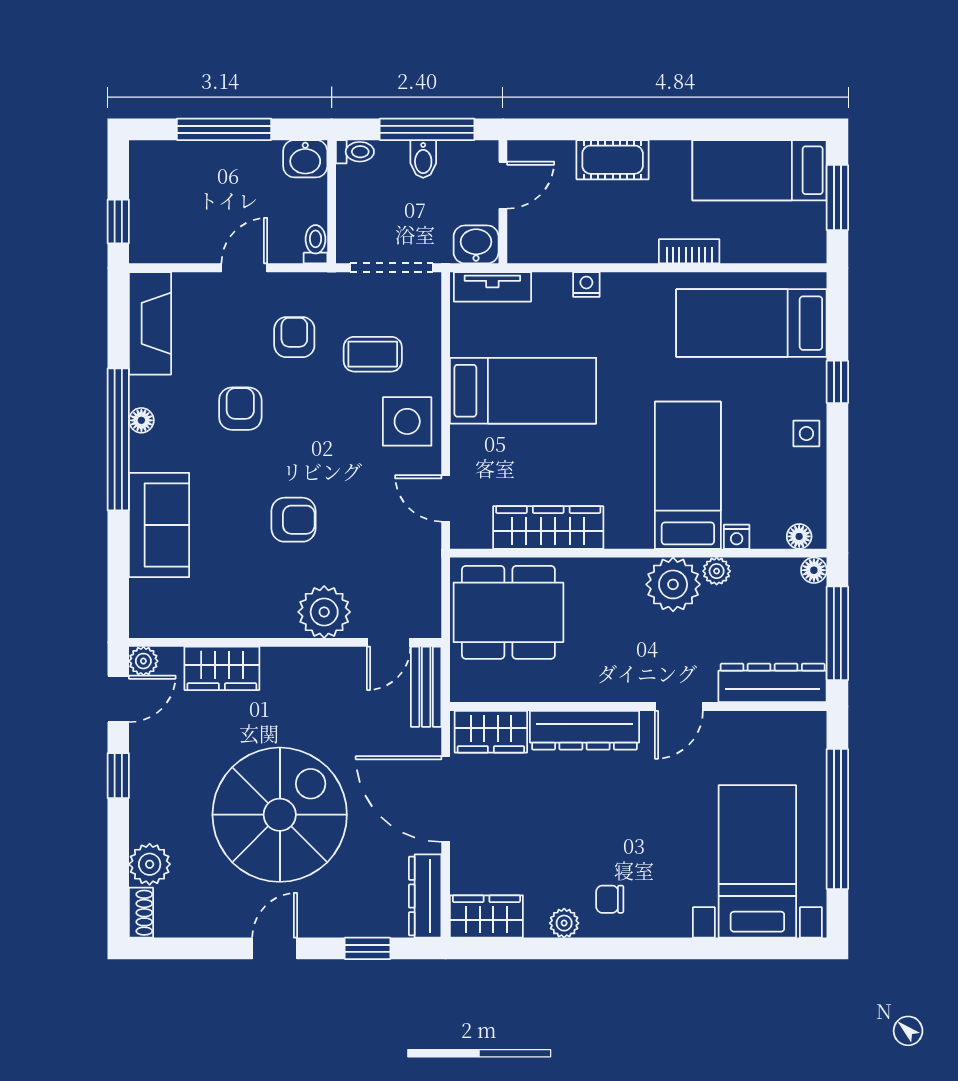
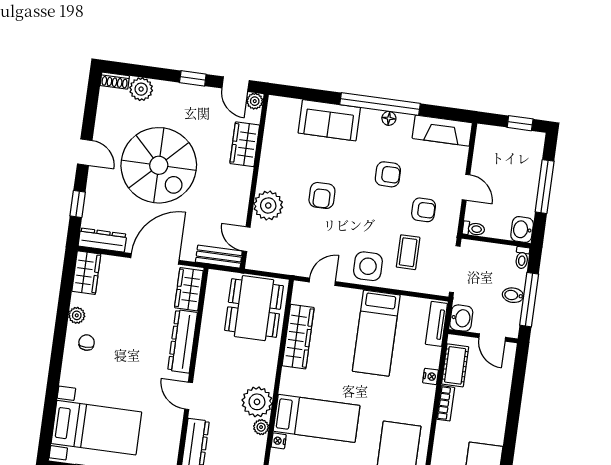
cot: (613, 160) -> (455, 365), moved
window: (118, 222) -> (520, 123), moved
bookcase: (689, 251) -> (446, 403), moved

